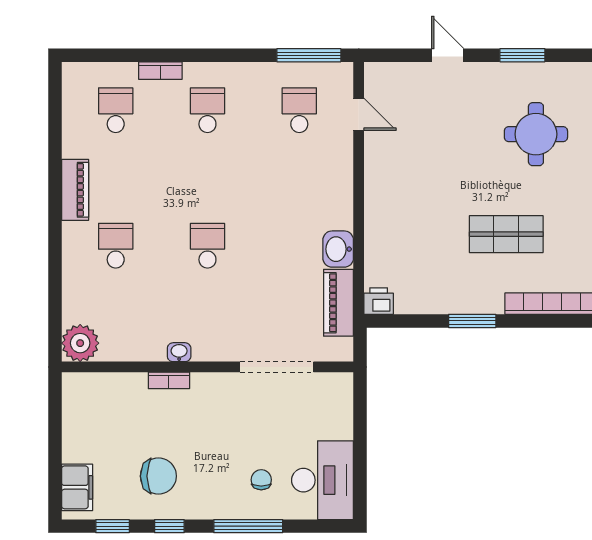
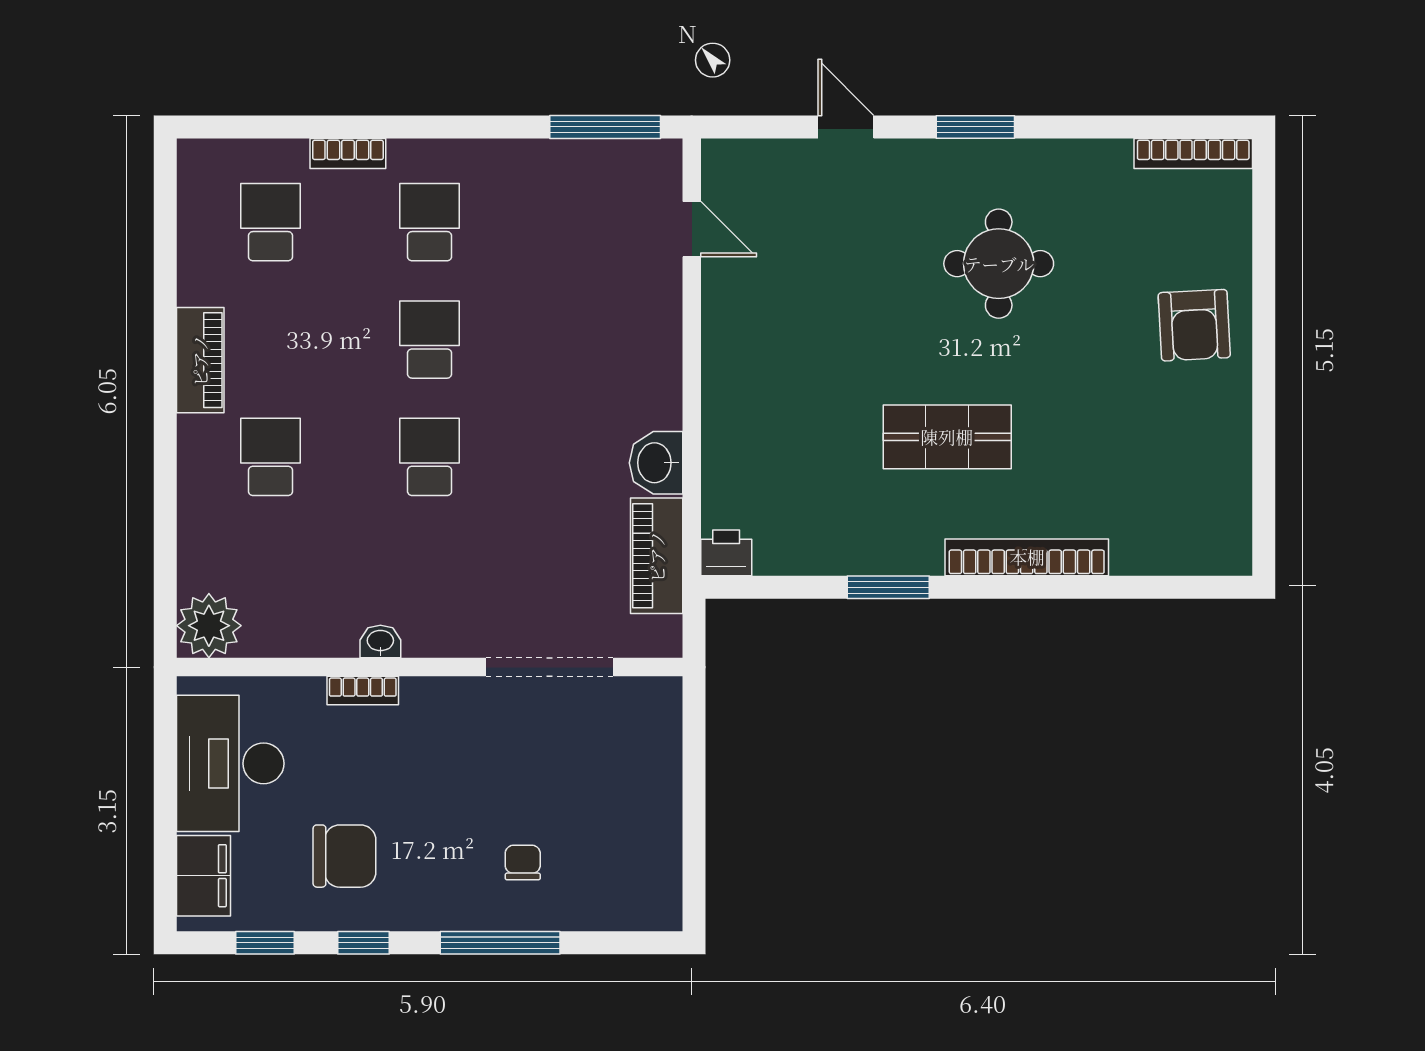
school desk: (299, 110) -> (430, 340), moved
desk: (323, 480) -> (230, 763), moved, turned 180

